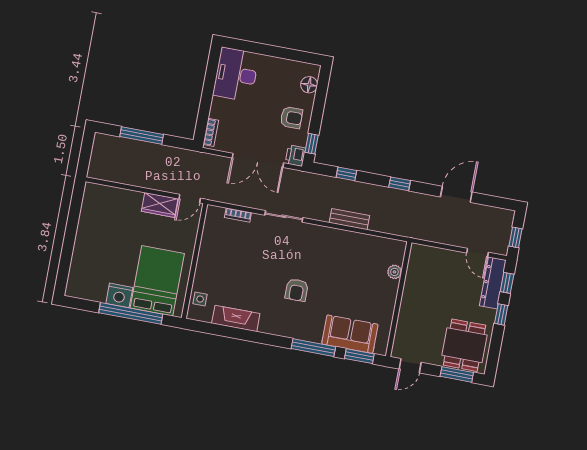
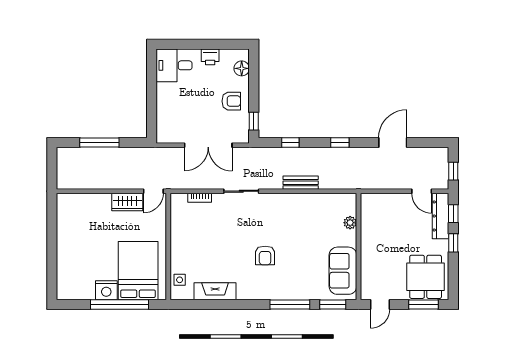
desk: (236, 74) -> (174, 65), width x0.73
bookcase: (211, 132) -> (161, 128), removed
printer: (295, 156) -> (210, 57), moved, turned -90
sofa: (350, 334) -> (343, 271), moved, turned -90

